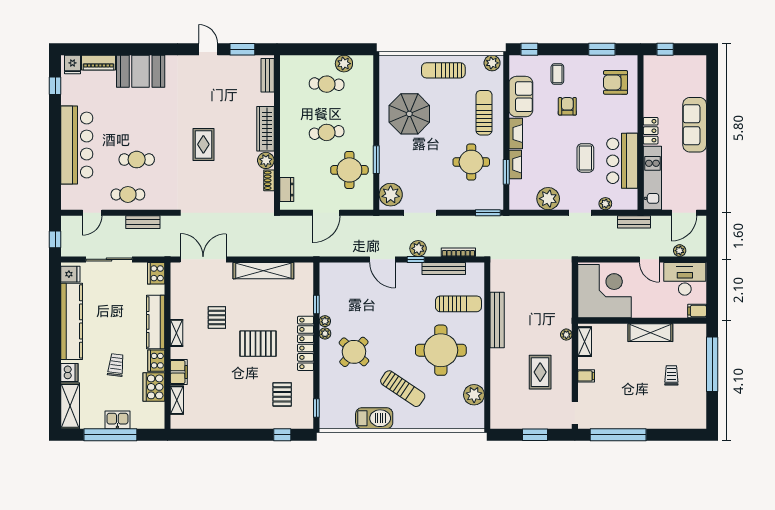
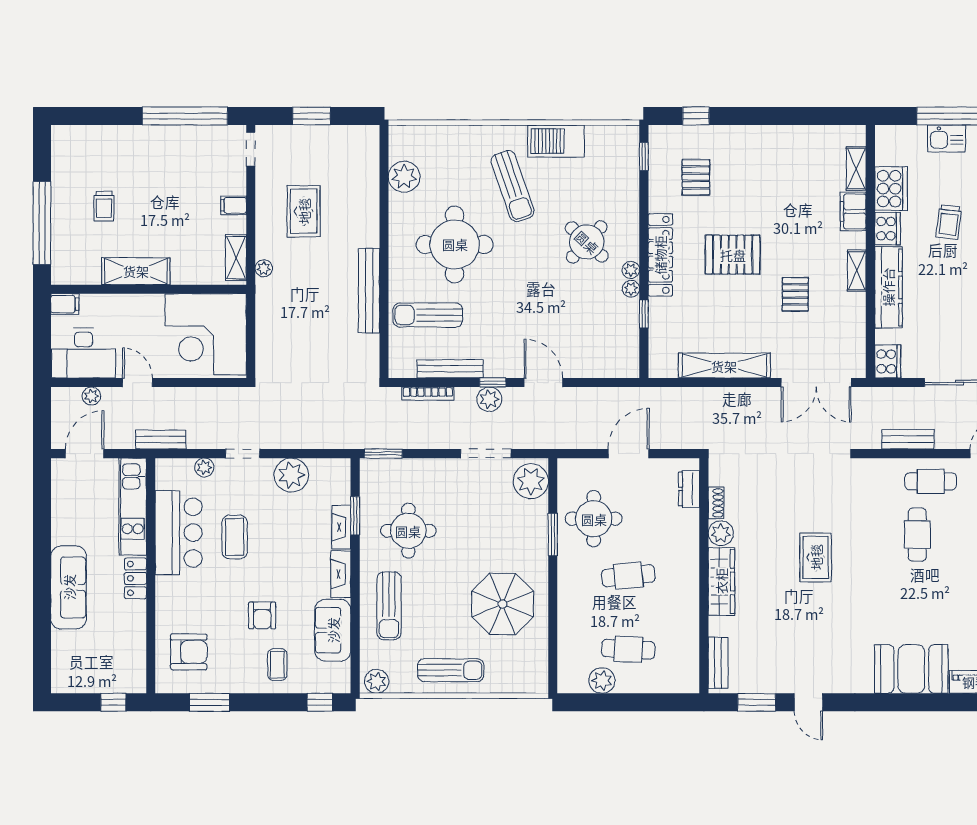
cafe table: (137, 160) -> (917, 535), turned 90
sun lounger: (403, 389) -> (513, 186), turned -143

